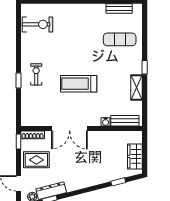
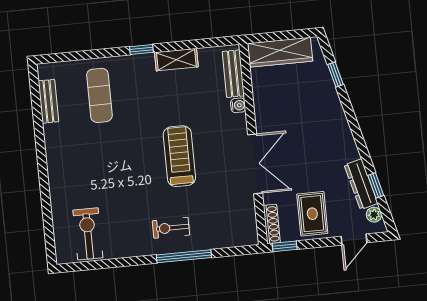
window: (18, 81) -> (184, 256), width x2.17
treadmill: (79, 84) -> (179, 156), turned 180
wardrobe: (135, 156) -> (280, 52), width x1.50

